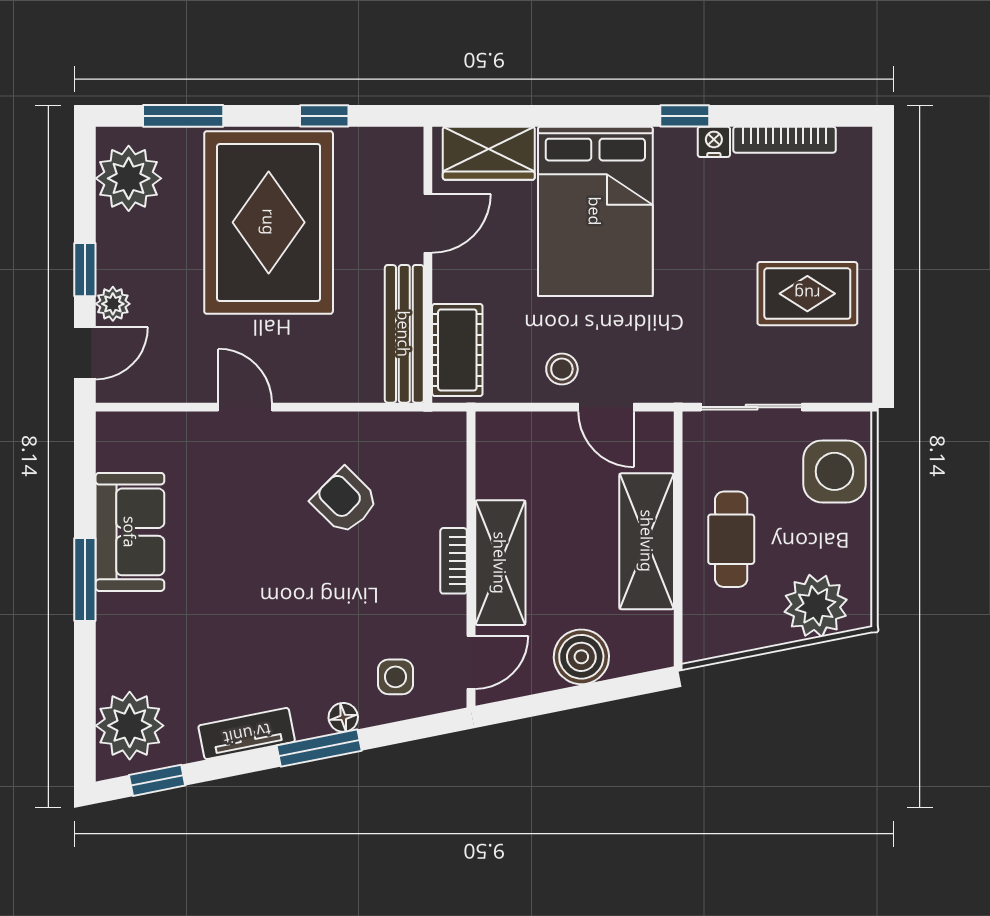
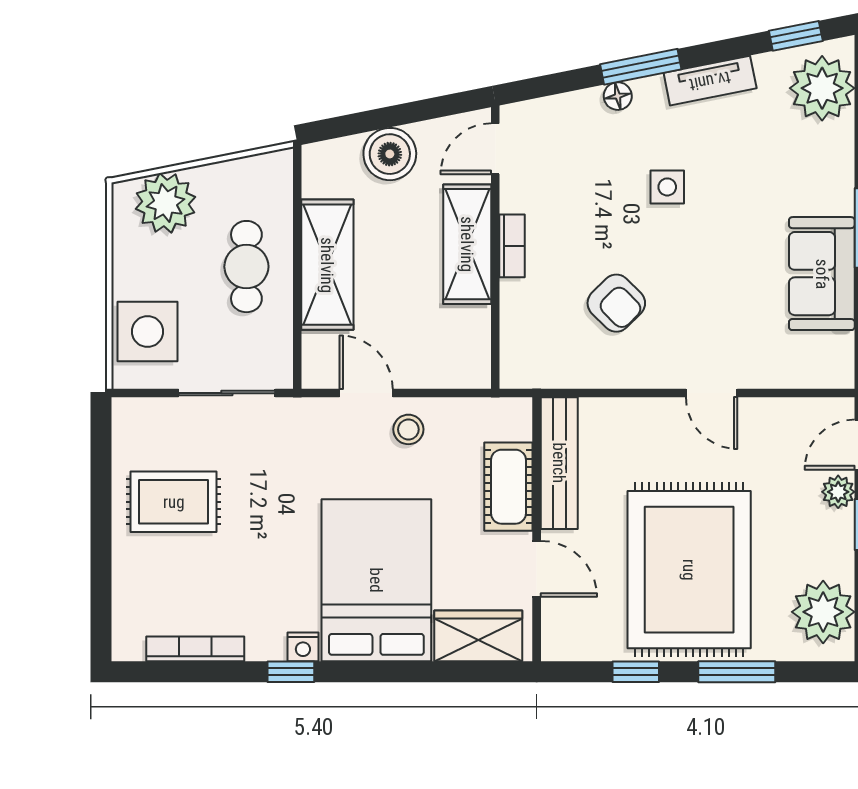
window: (183, 116) -> (737, 672), moved
nightstand: (714, 142) -> (303, 647), moved
door: (428, 223) -> (537, 569), swing flipped
cot: (457, 350) -> (508, 487), moved
side table: (395, 677) -> (667, 187), moved

